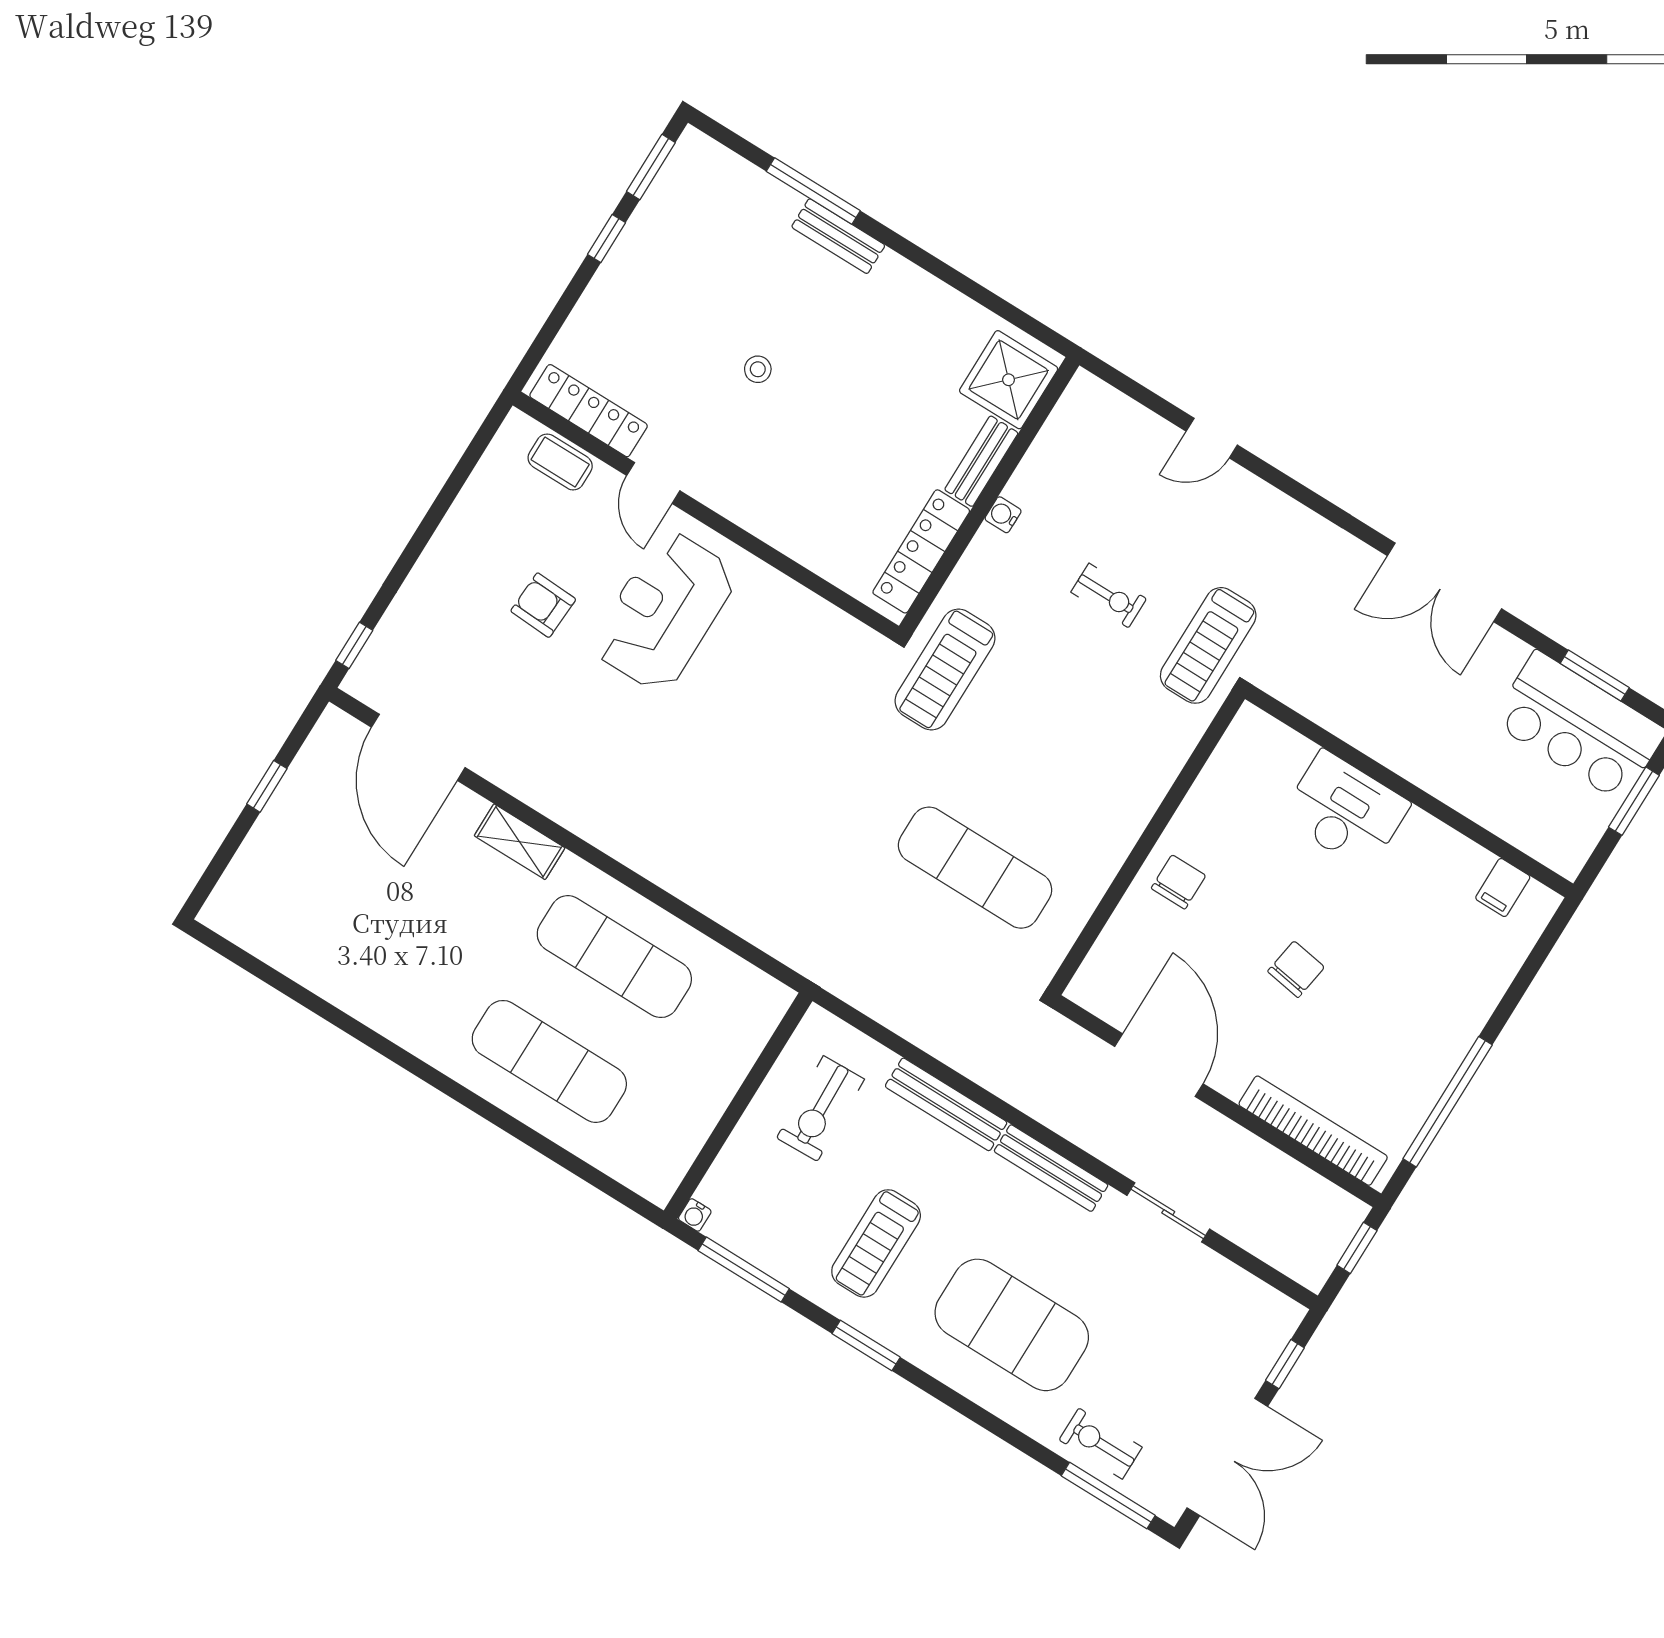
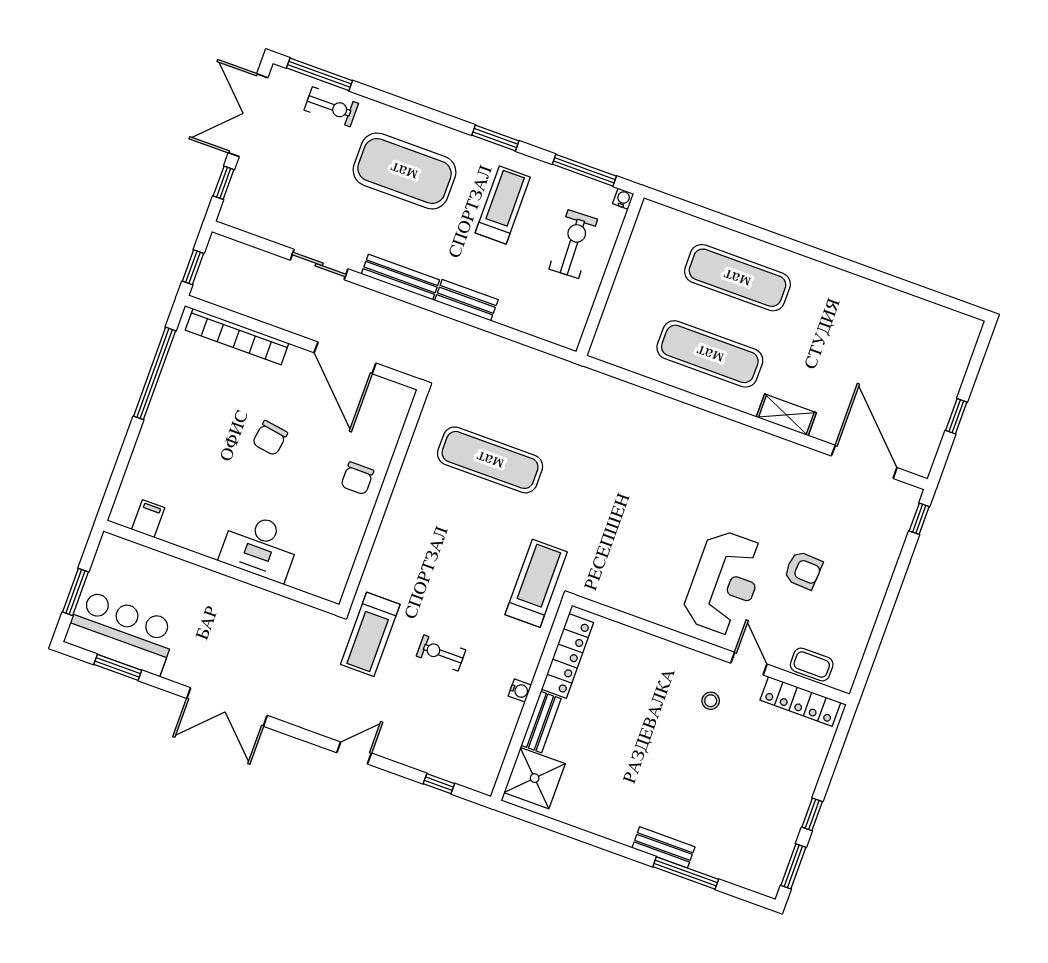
stool: (758, 369) -> (711, 701), moved
window: (1153, 402) -> (439, 784), added
door: (1212, 438) -> (354, 753), moved
double door: (1444, 582) -> (227, 707), swing flipped
treadmill: (1208, 645) -> (370, 634), turned 180
bench: (946, 1104) -> (466, 300), width x0.73
exercise bike: (820, 1109) -> (573, 244), moved

